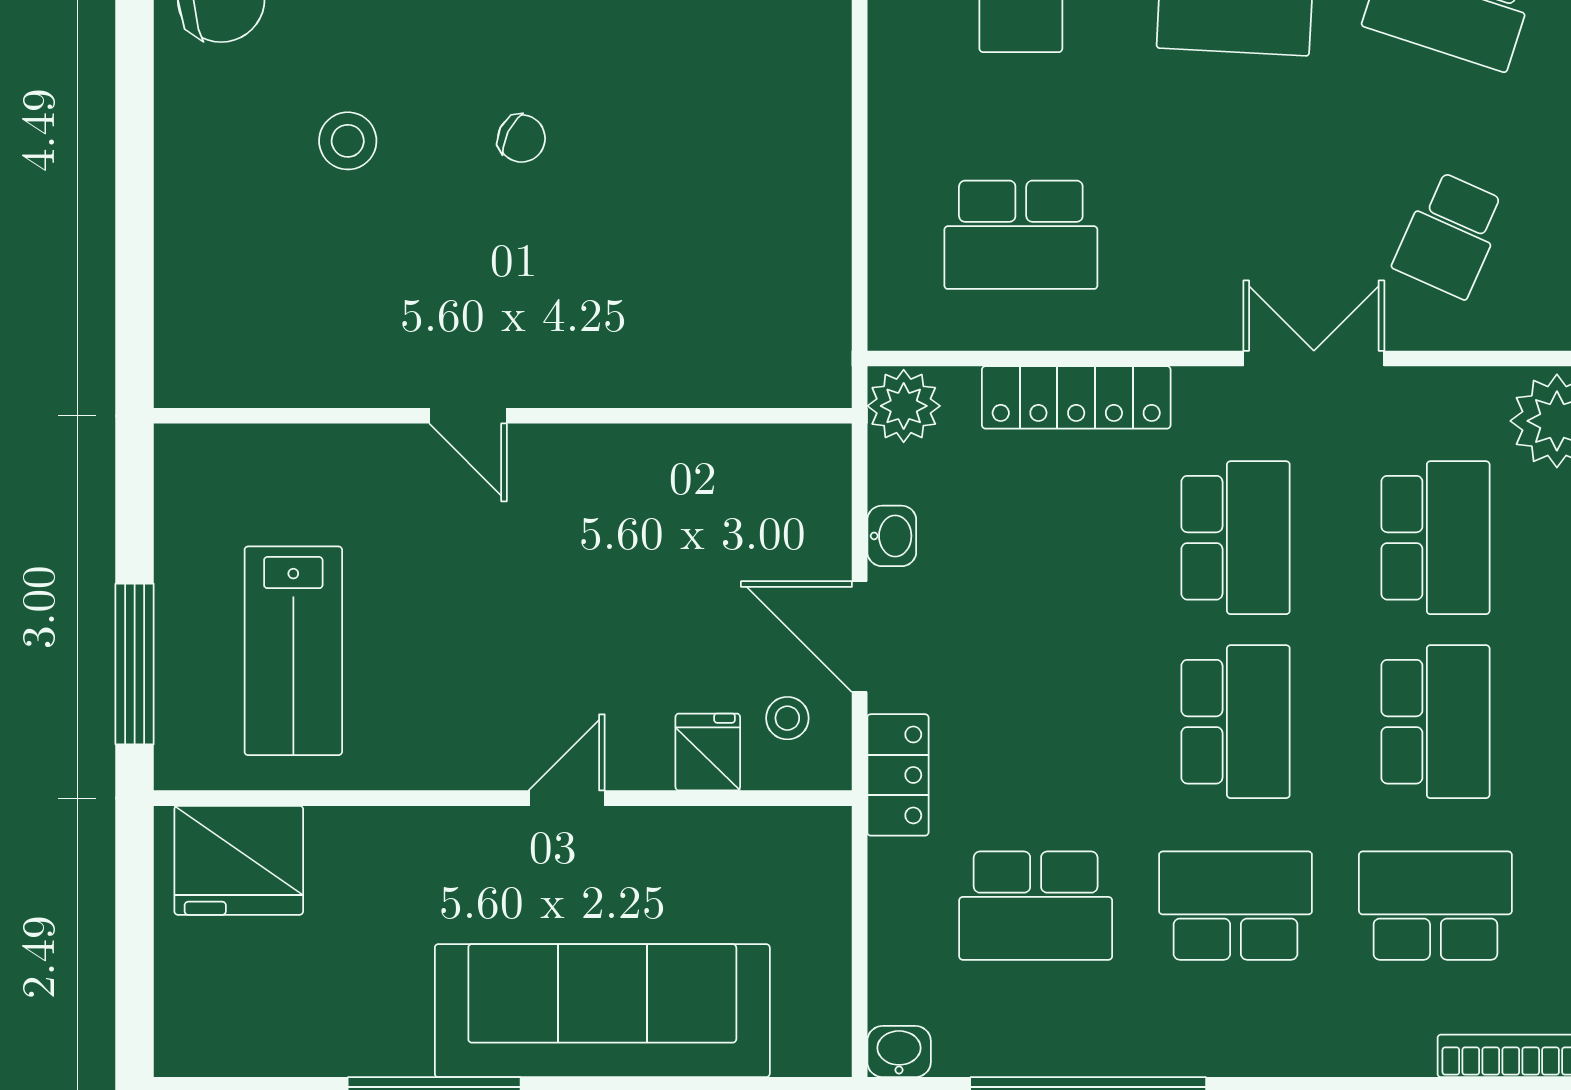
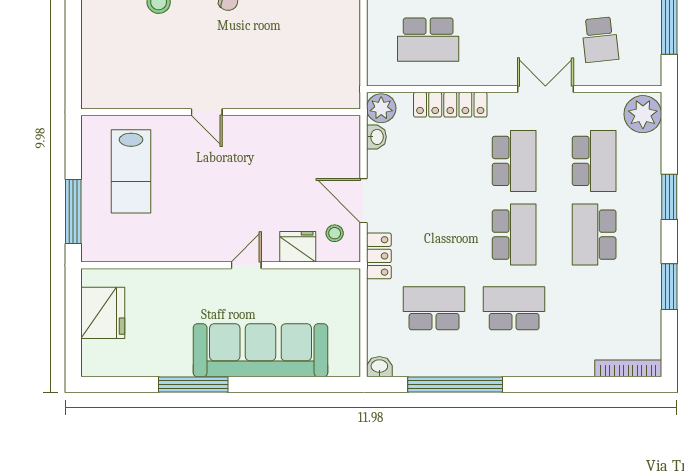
school desk: (1450, 235) -> (600, 40), turned -30
washbasin: (892, 536) -> (376, 137), moved
lab bench: (293, 651) -> (131, 171), moved
school desk: (1435, 722) -> (594, 235), turned 180
fridge: (708, 752) -> (298, 247), width x1.38
fridge: (239, 860) -> (103, 313), moved, turned -90
school desk: (1036, 906) -> (434, 308), turned 180
school desk: (1435, 906) -> (594, 308), removed

